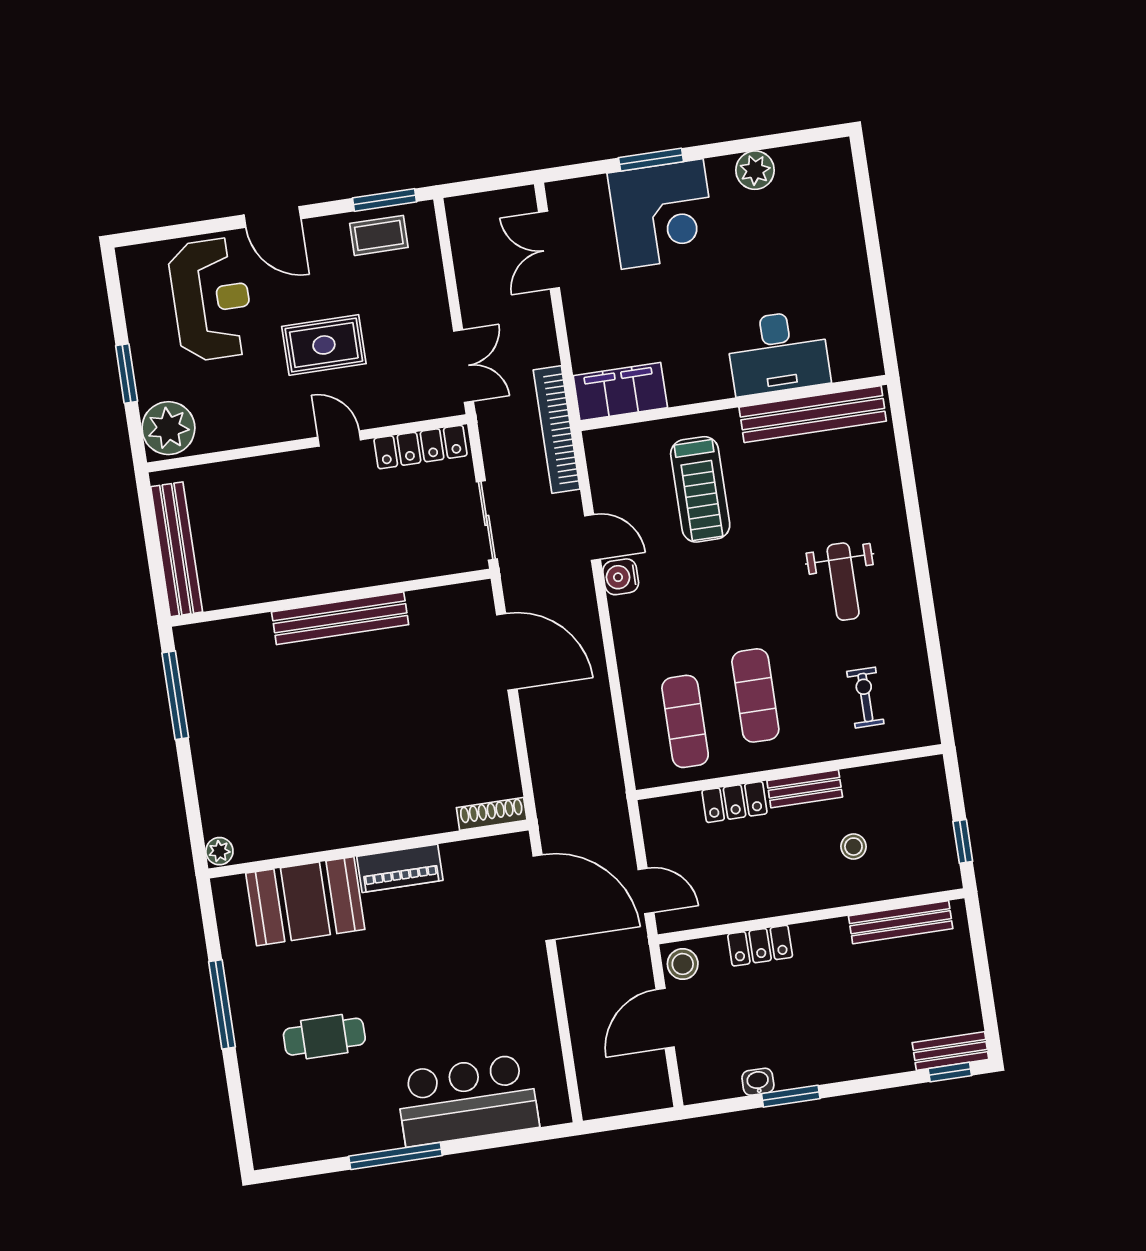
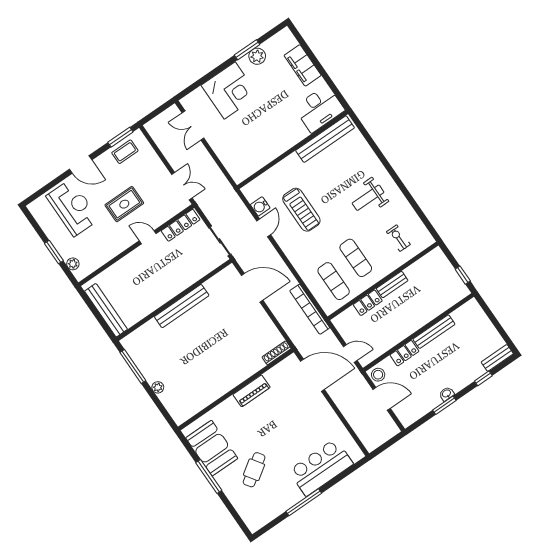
window: (651, 160) -> (247, 50), moved
desk: (778, 352) -> (319, 109), moved
filing cabinet: (620, 392) -> (303, 65), moved, turned -90
plant: (168, 428) -> (73, 264), width x0.53, depth x0.53
bookcase: (557, 429) -> (310, 309), moved
treadmill: (700, 489) -> (301, 210), moved
door: (592, 537) -> (264, 228), hinge flipped
water cooler: (621, 577) -> (260, 206), moved
weight bench: (843, 582) -> (368, 198), turned 90
stool: (854, 847) -> (422, 298), removed
plant: (219, 851) -> (158, 387), moved
booth: (305, 901) -> (212, 448), moved, turned 90
bench: (901, 922) -> (434, 332), moved
door: (665, 1018) -> (382, 399), swing flipped
cafe table: (324, 1037) -> (254, 470), turned -34
window: (950, 1072) -> (483, 378), moved
washbasin: (758, 1082) -> (447, 394), moved

